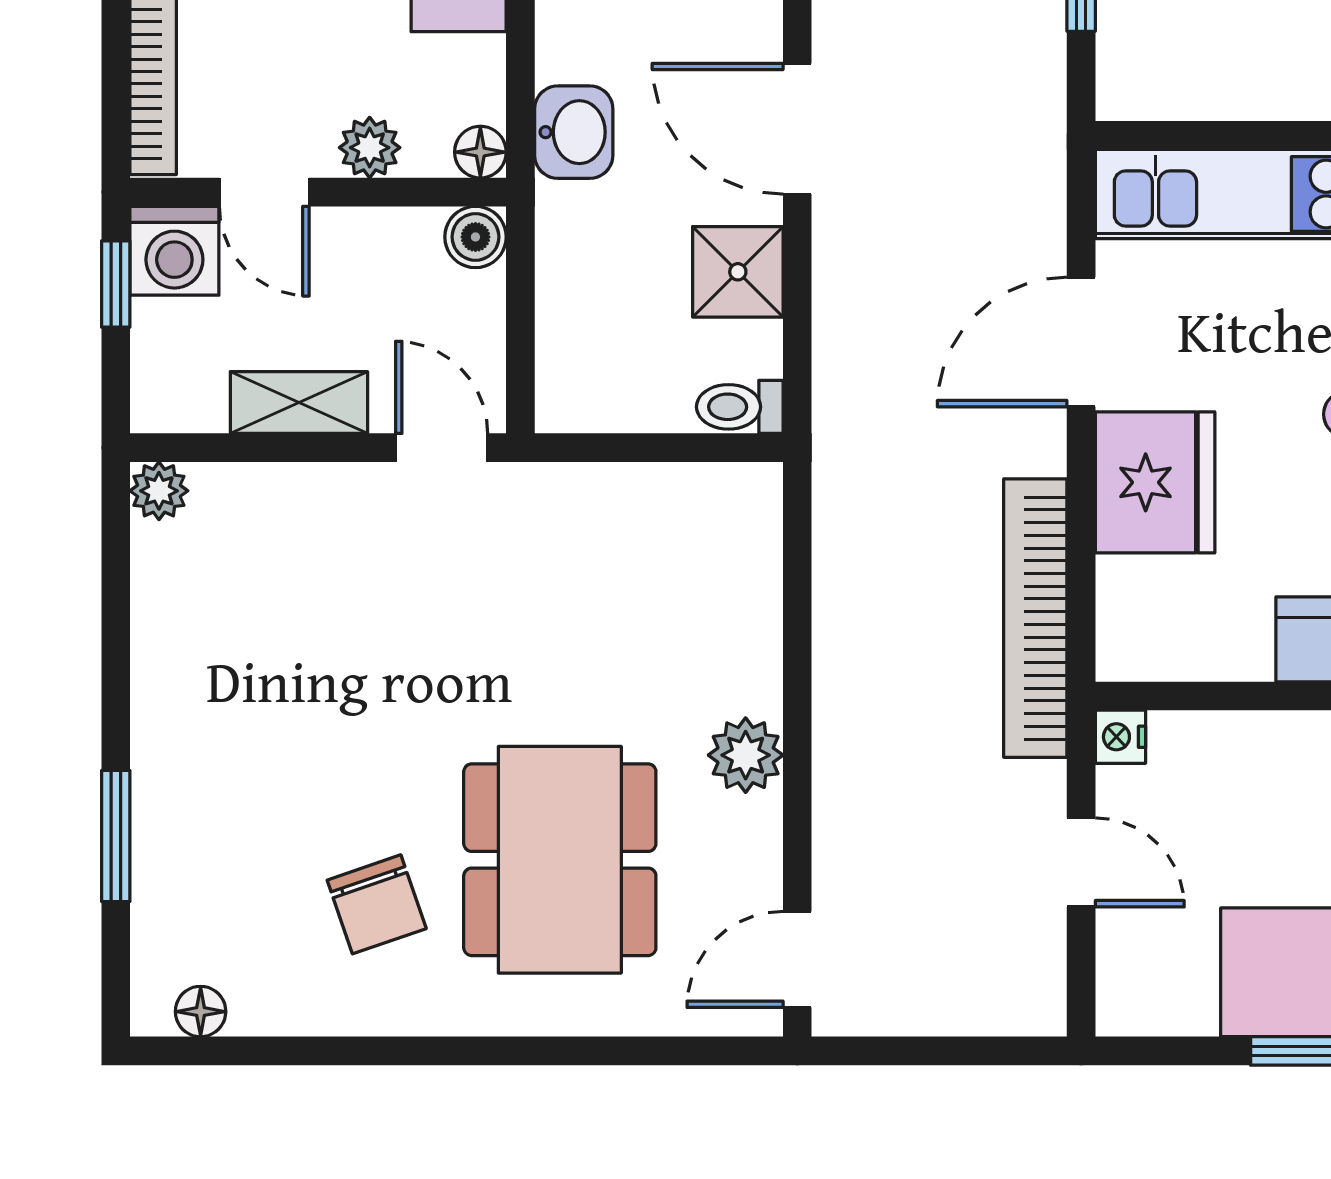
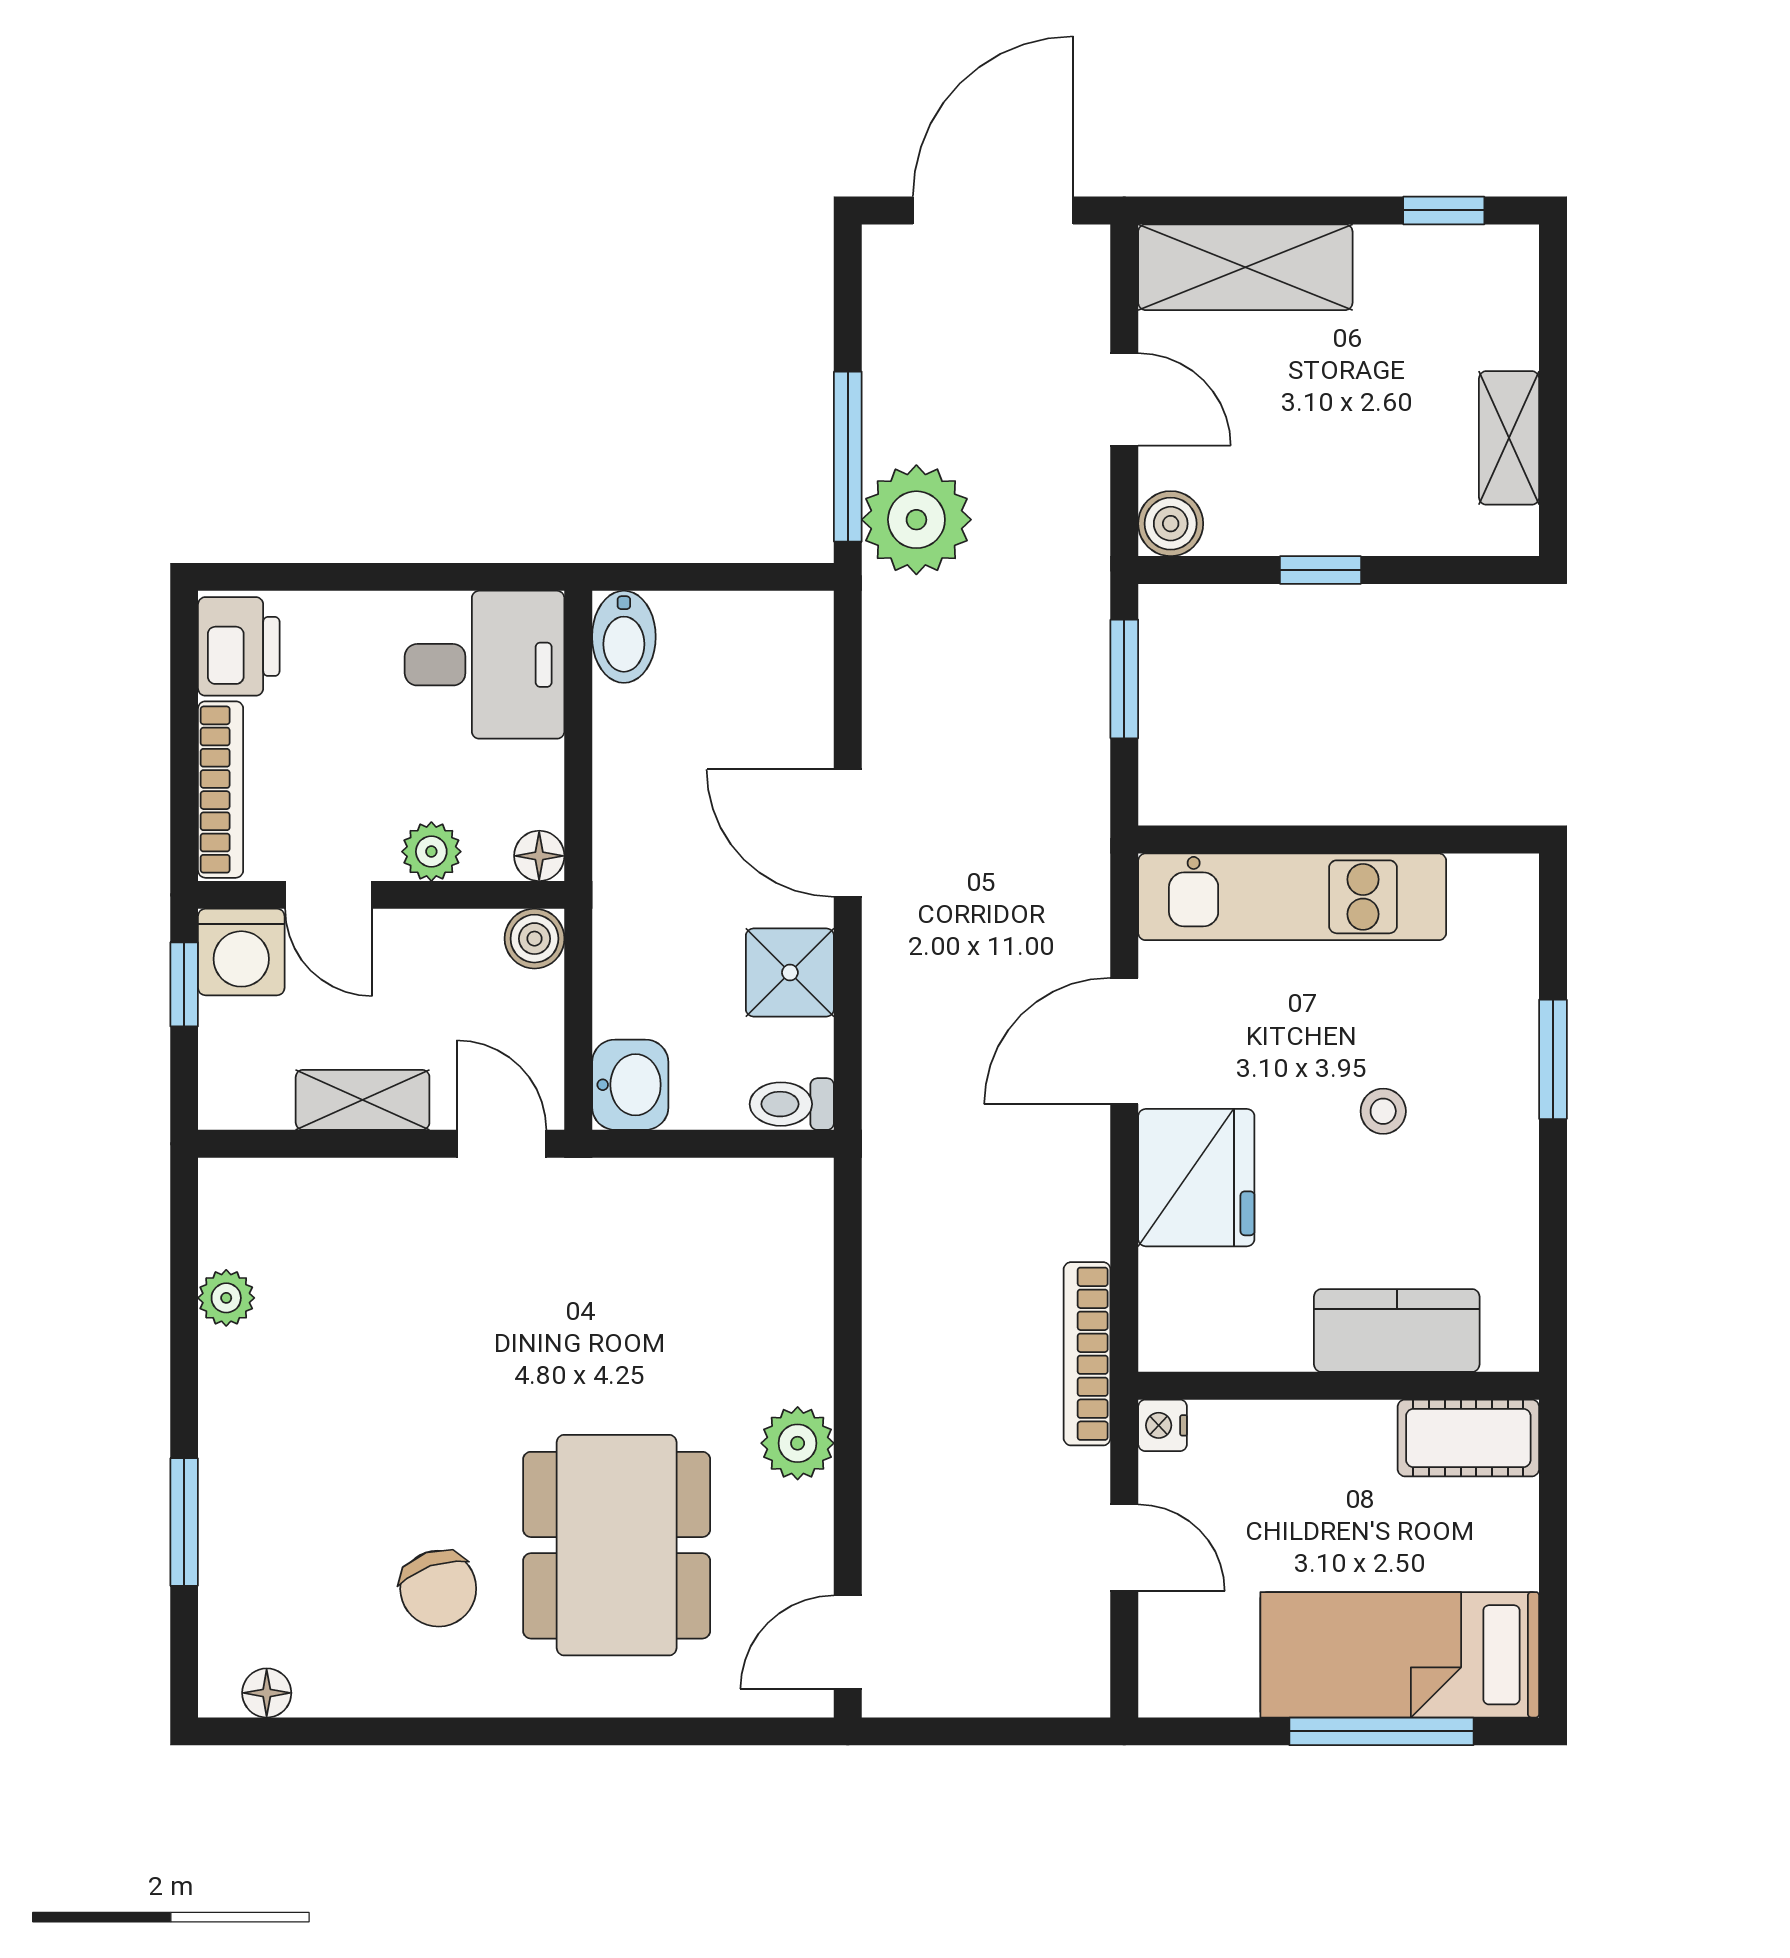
washbasin: (574, 132) -> (630, 1085), moved
plant: (159, 491) -> (226, 1298), moved
bookcase: (1035, 618) -> (1087, 1354), width x0.68, depth x0.76

